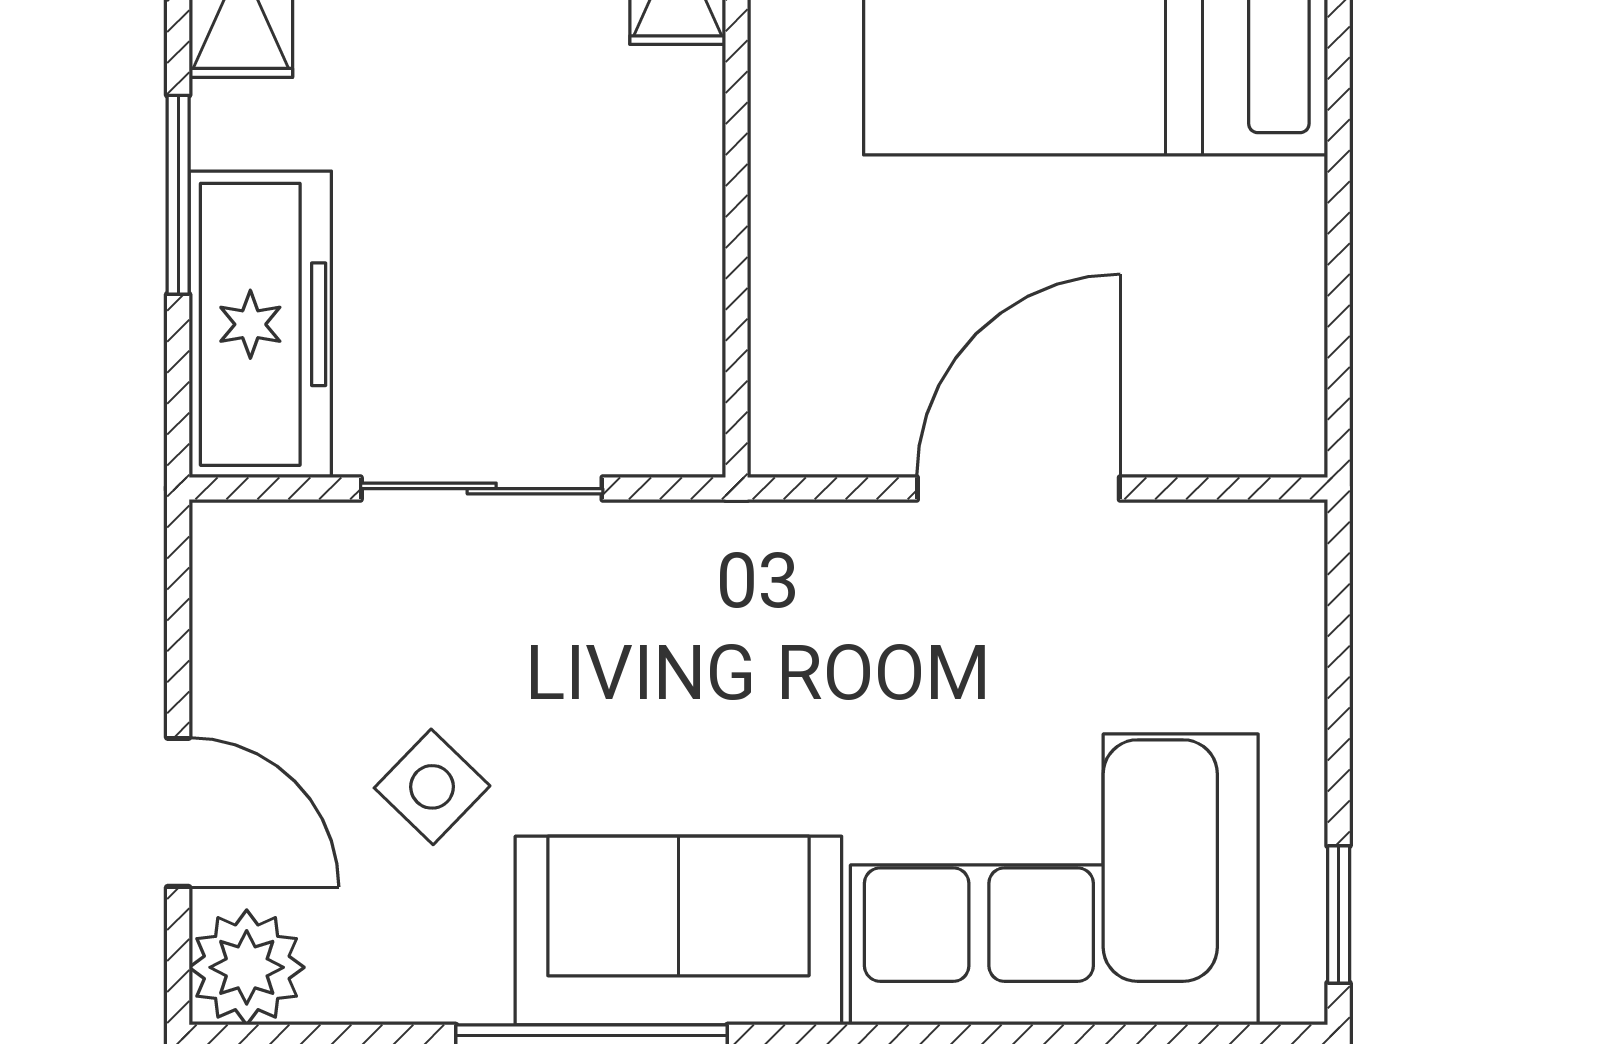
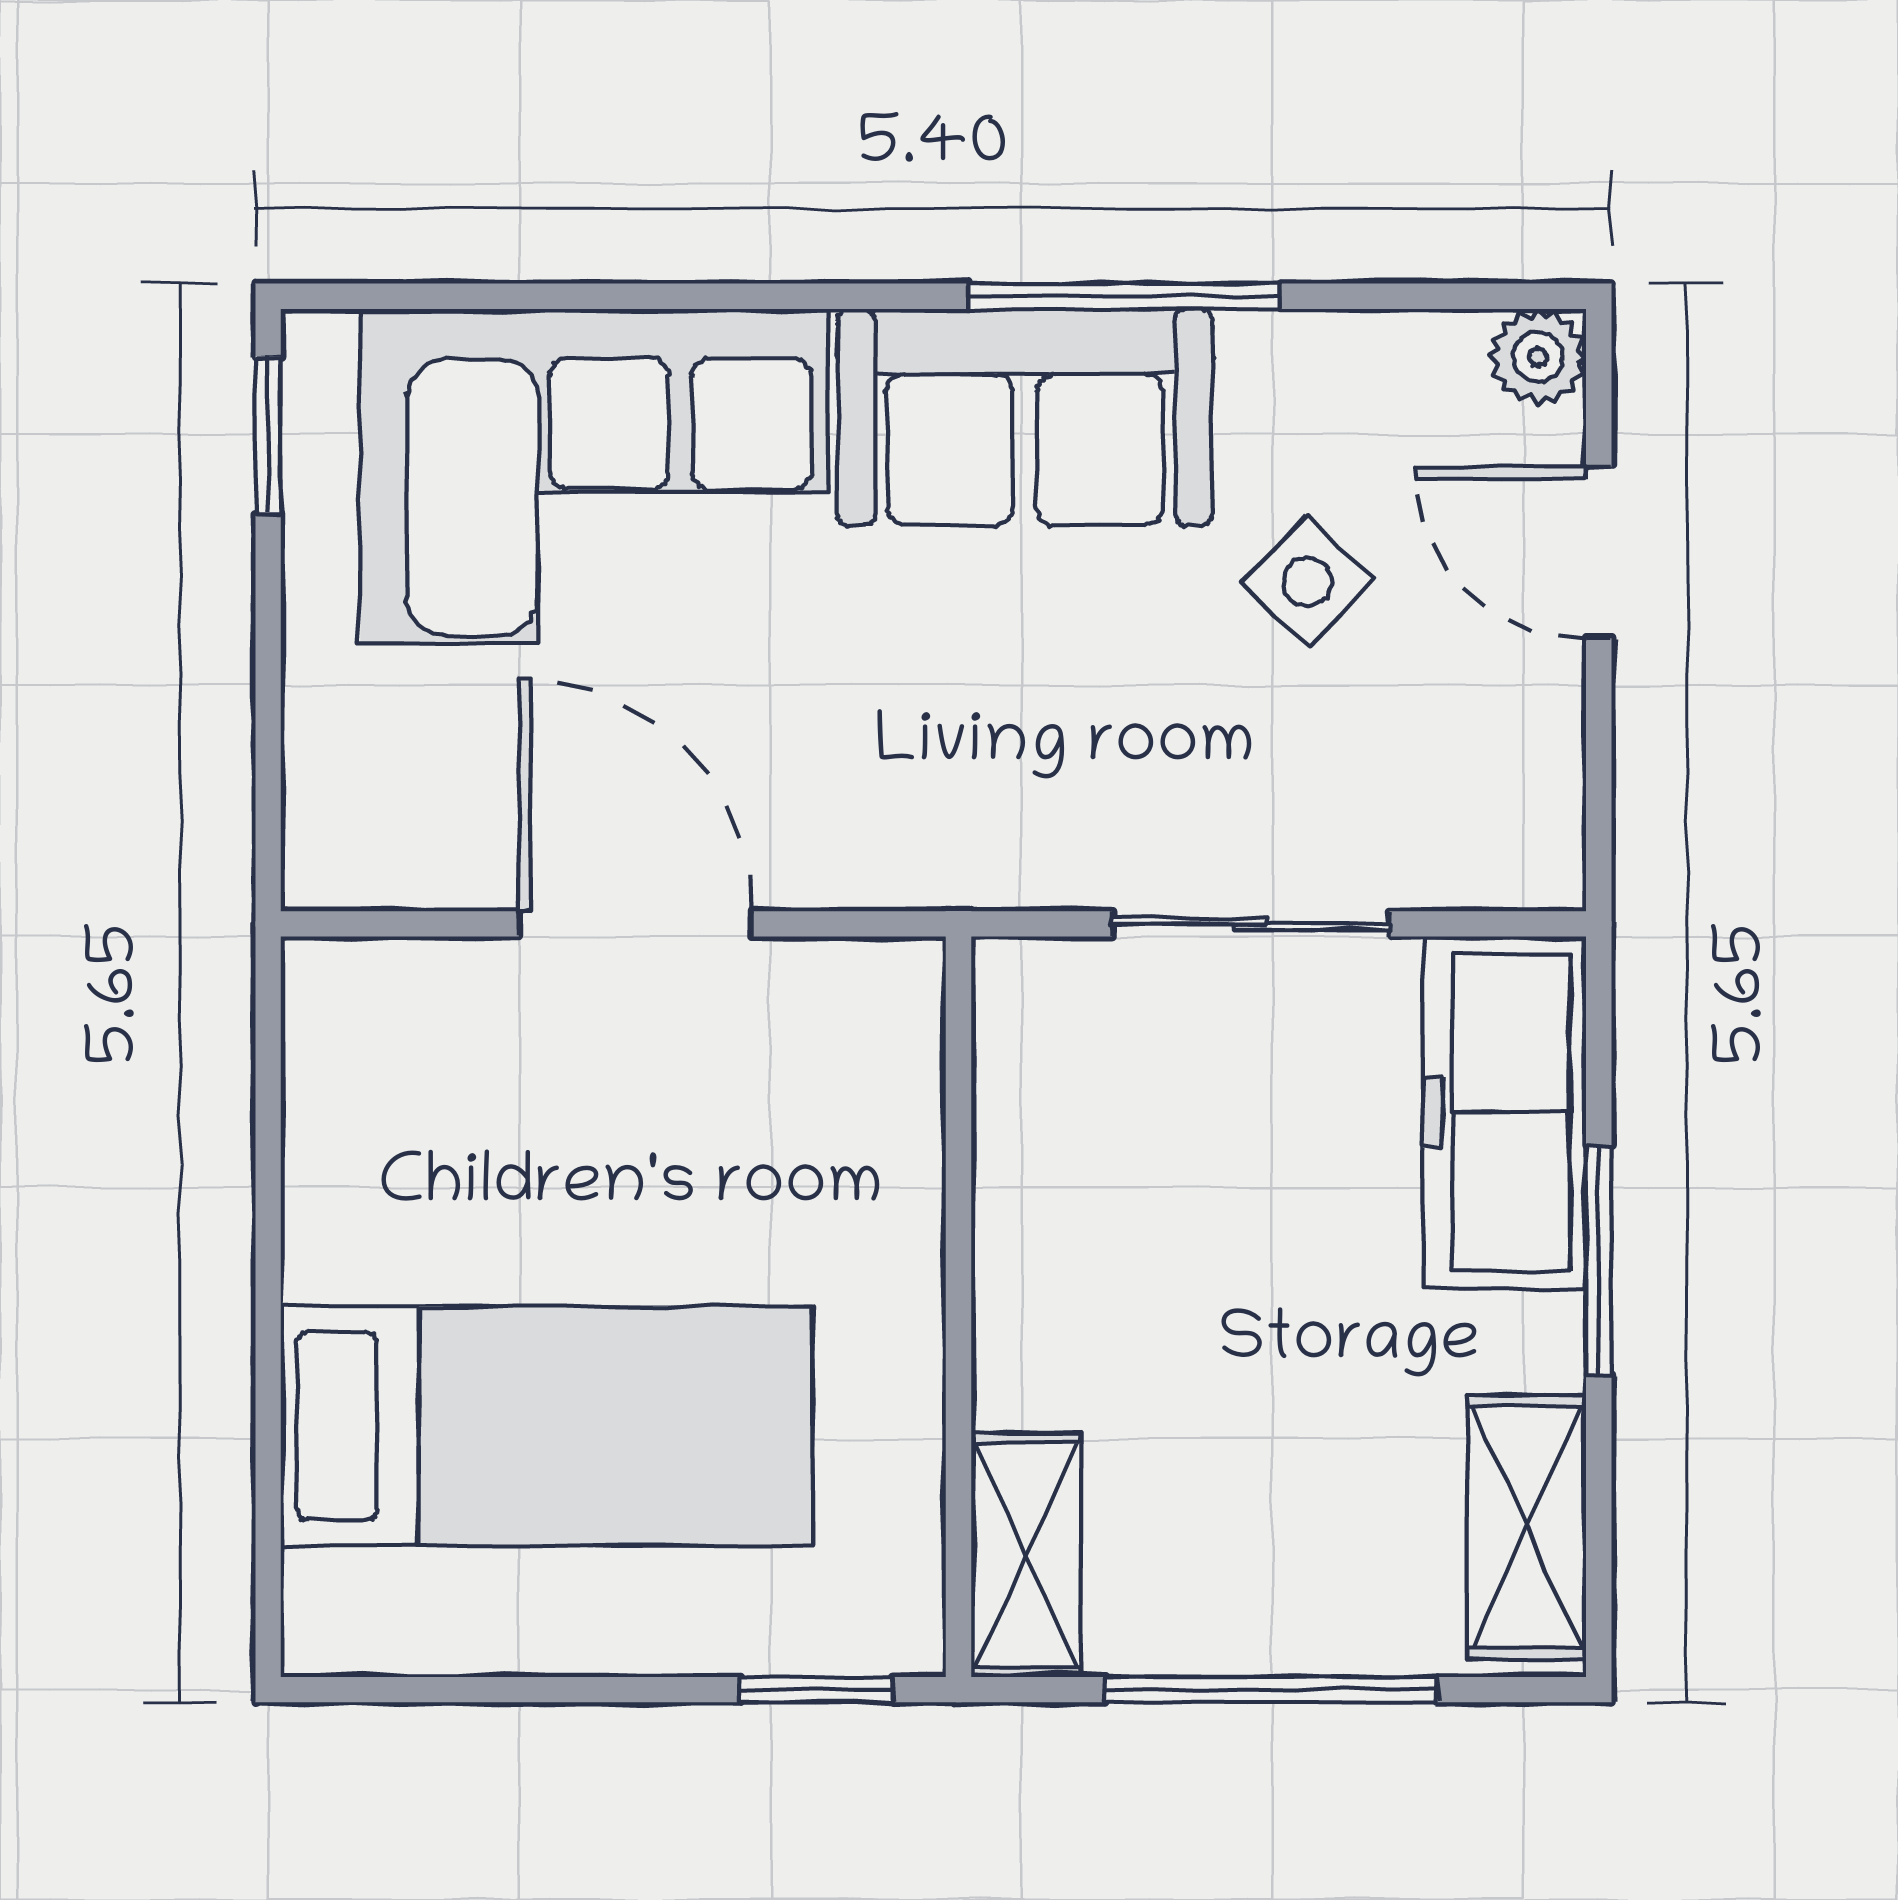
door: (1018, 489) -> (635, 924), swing flipped
plant: (247, 967) -> (1538, 357), width x0.73, depth x0.73

